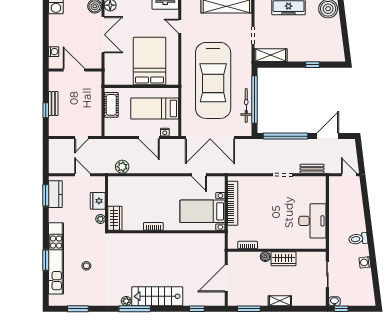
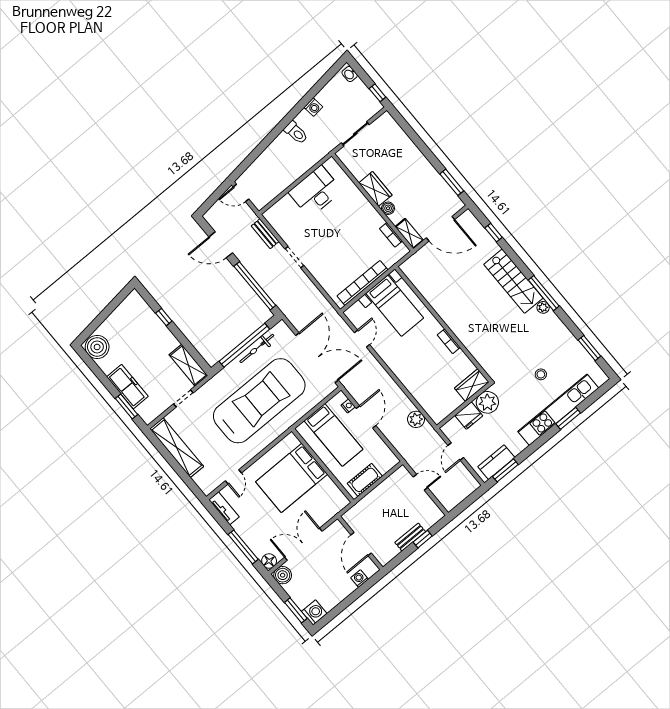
door: (349, 175) -> (241, 193), hinge flipped
plant: (100, 219) -> (487, 402), width x1.87, depth x1.87
shelving: (280, 301) -> (409, 233), moved
washbasin: (334, 301) -> (350, 74), moved

